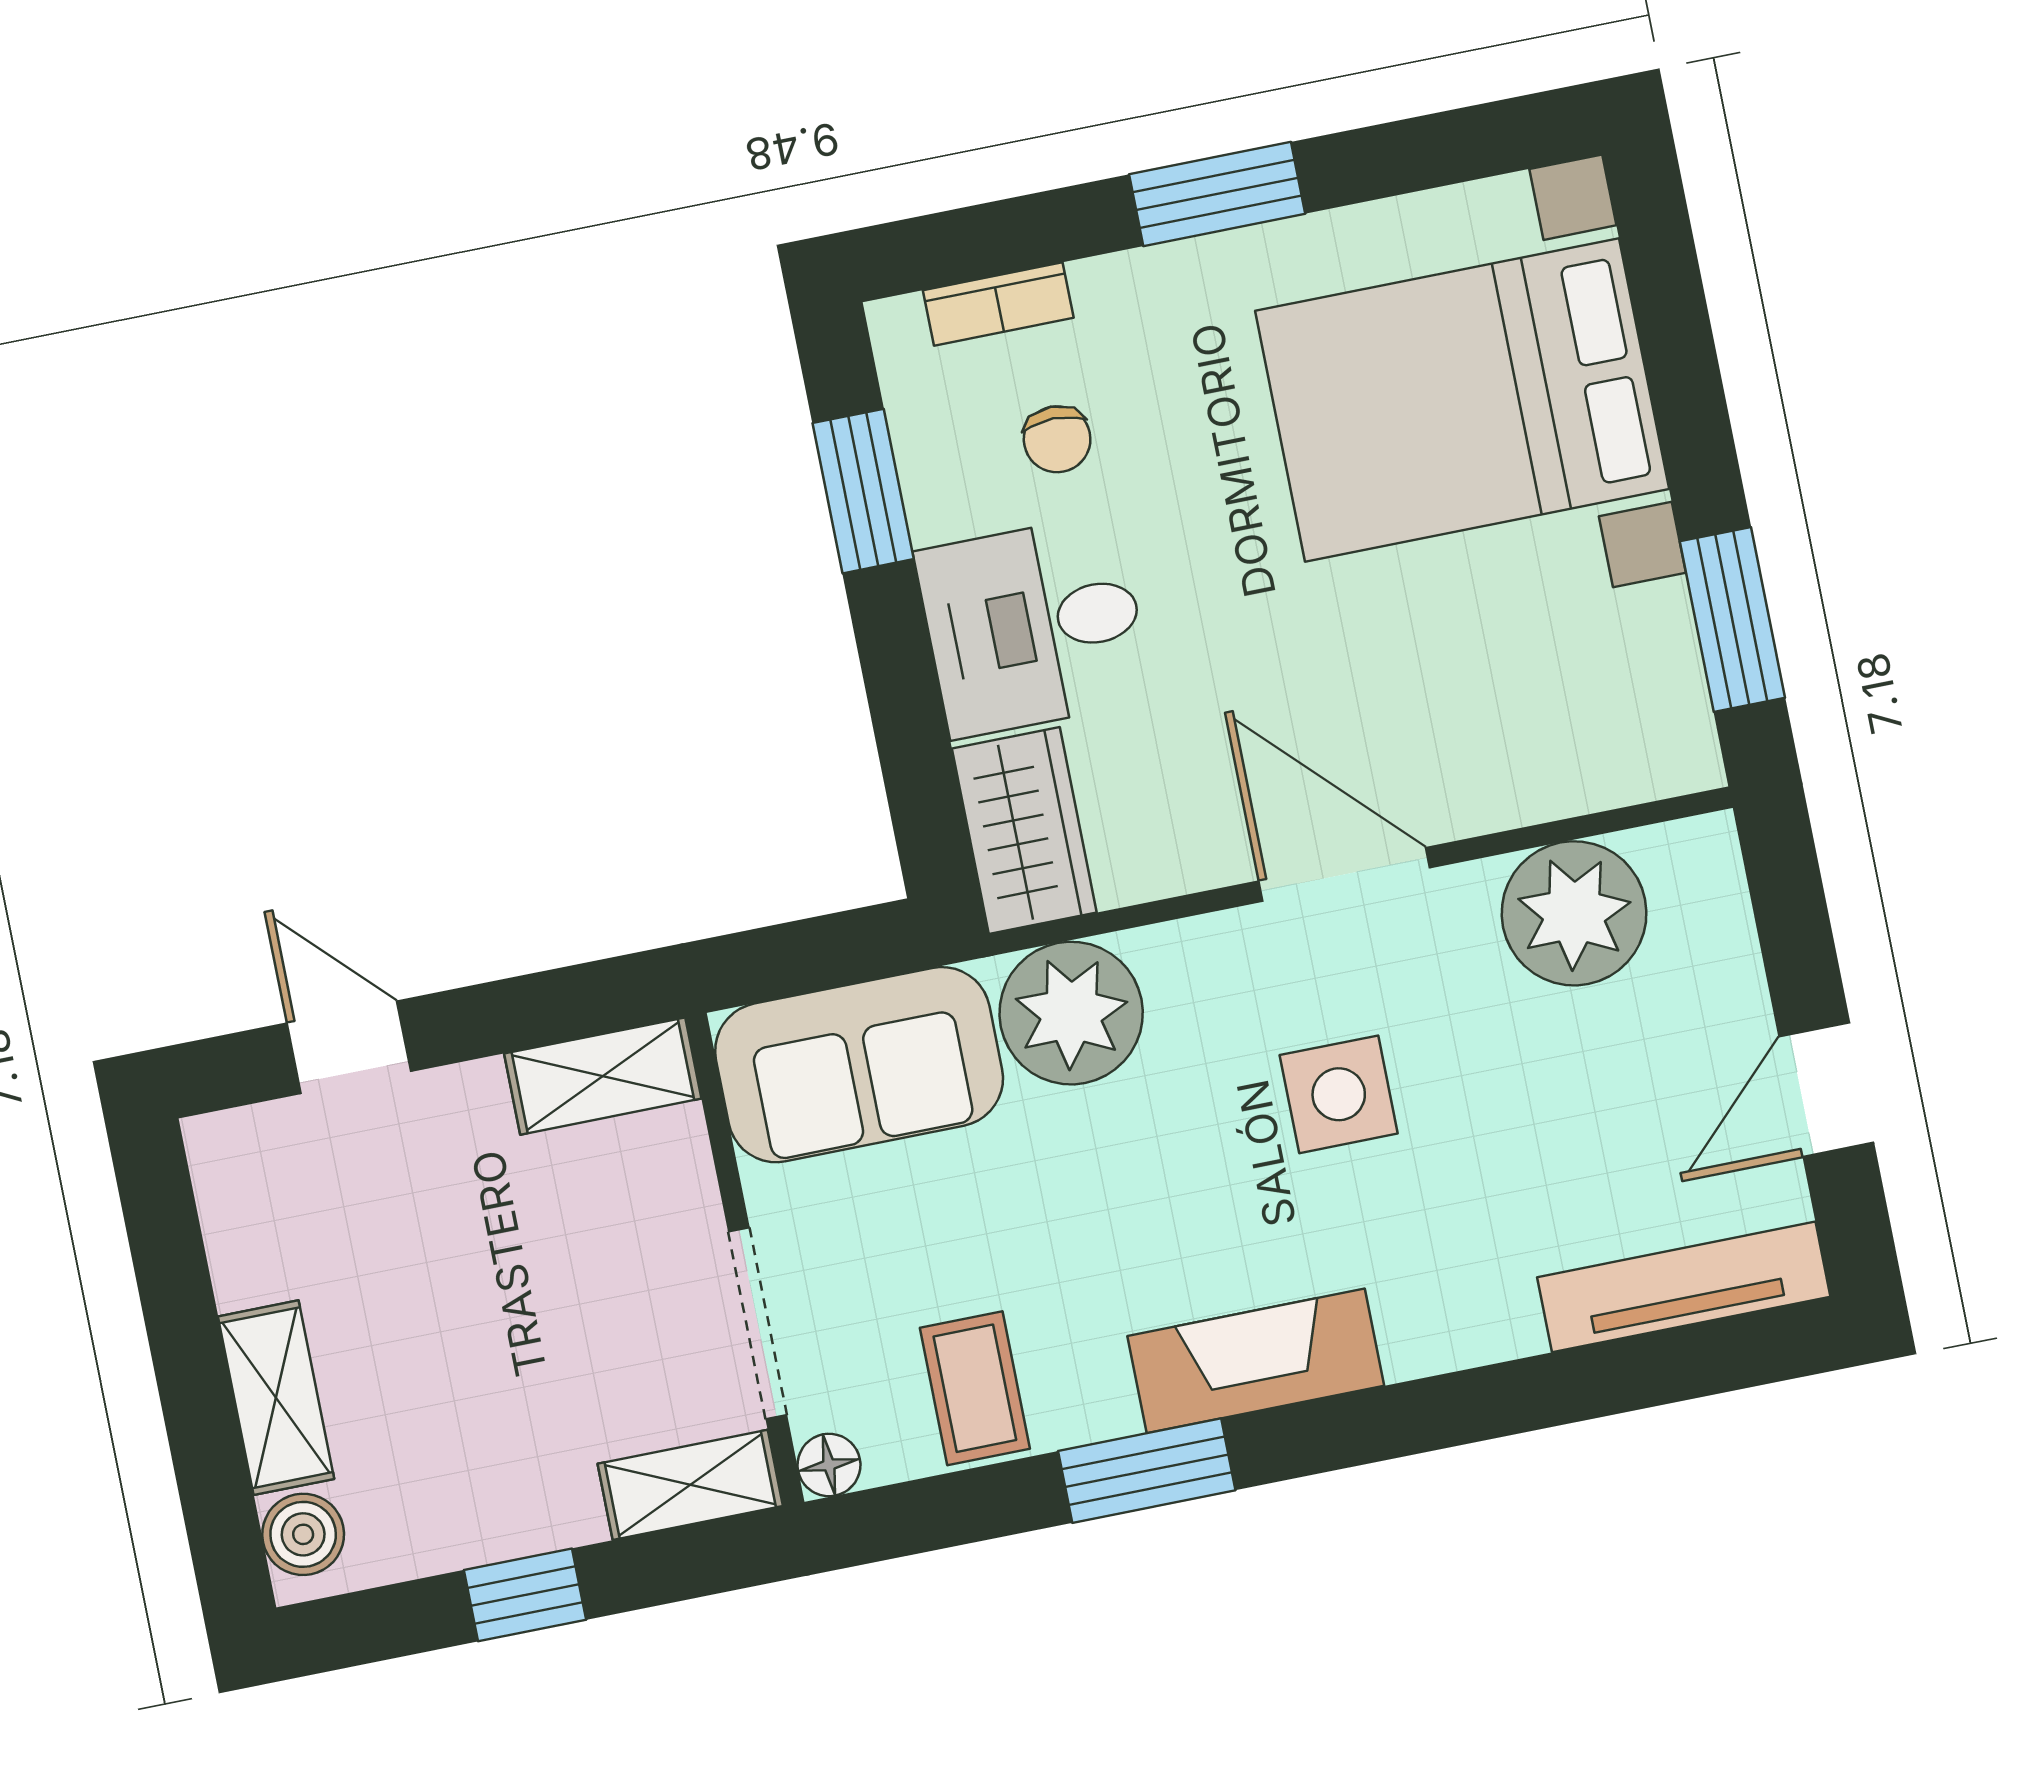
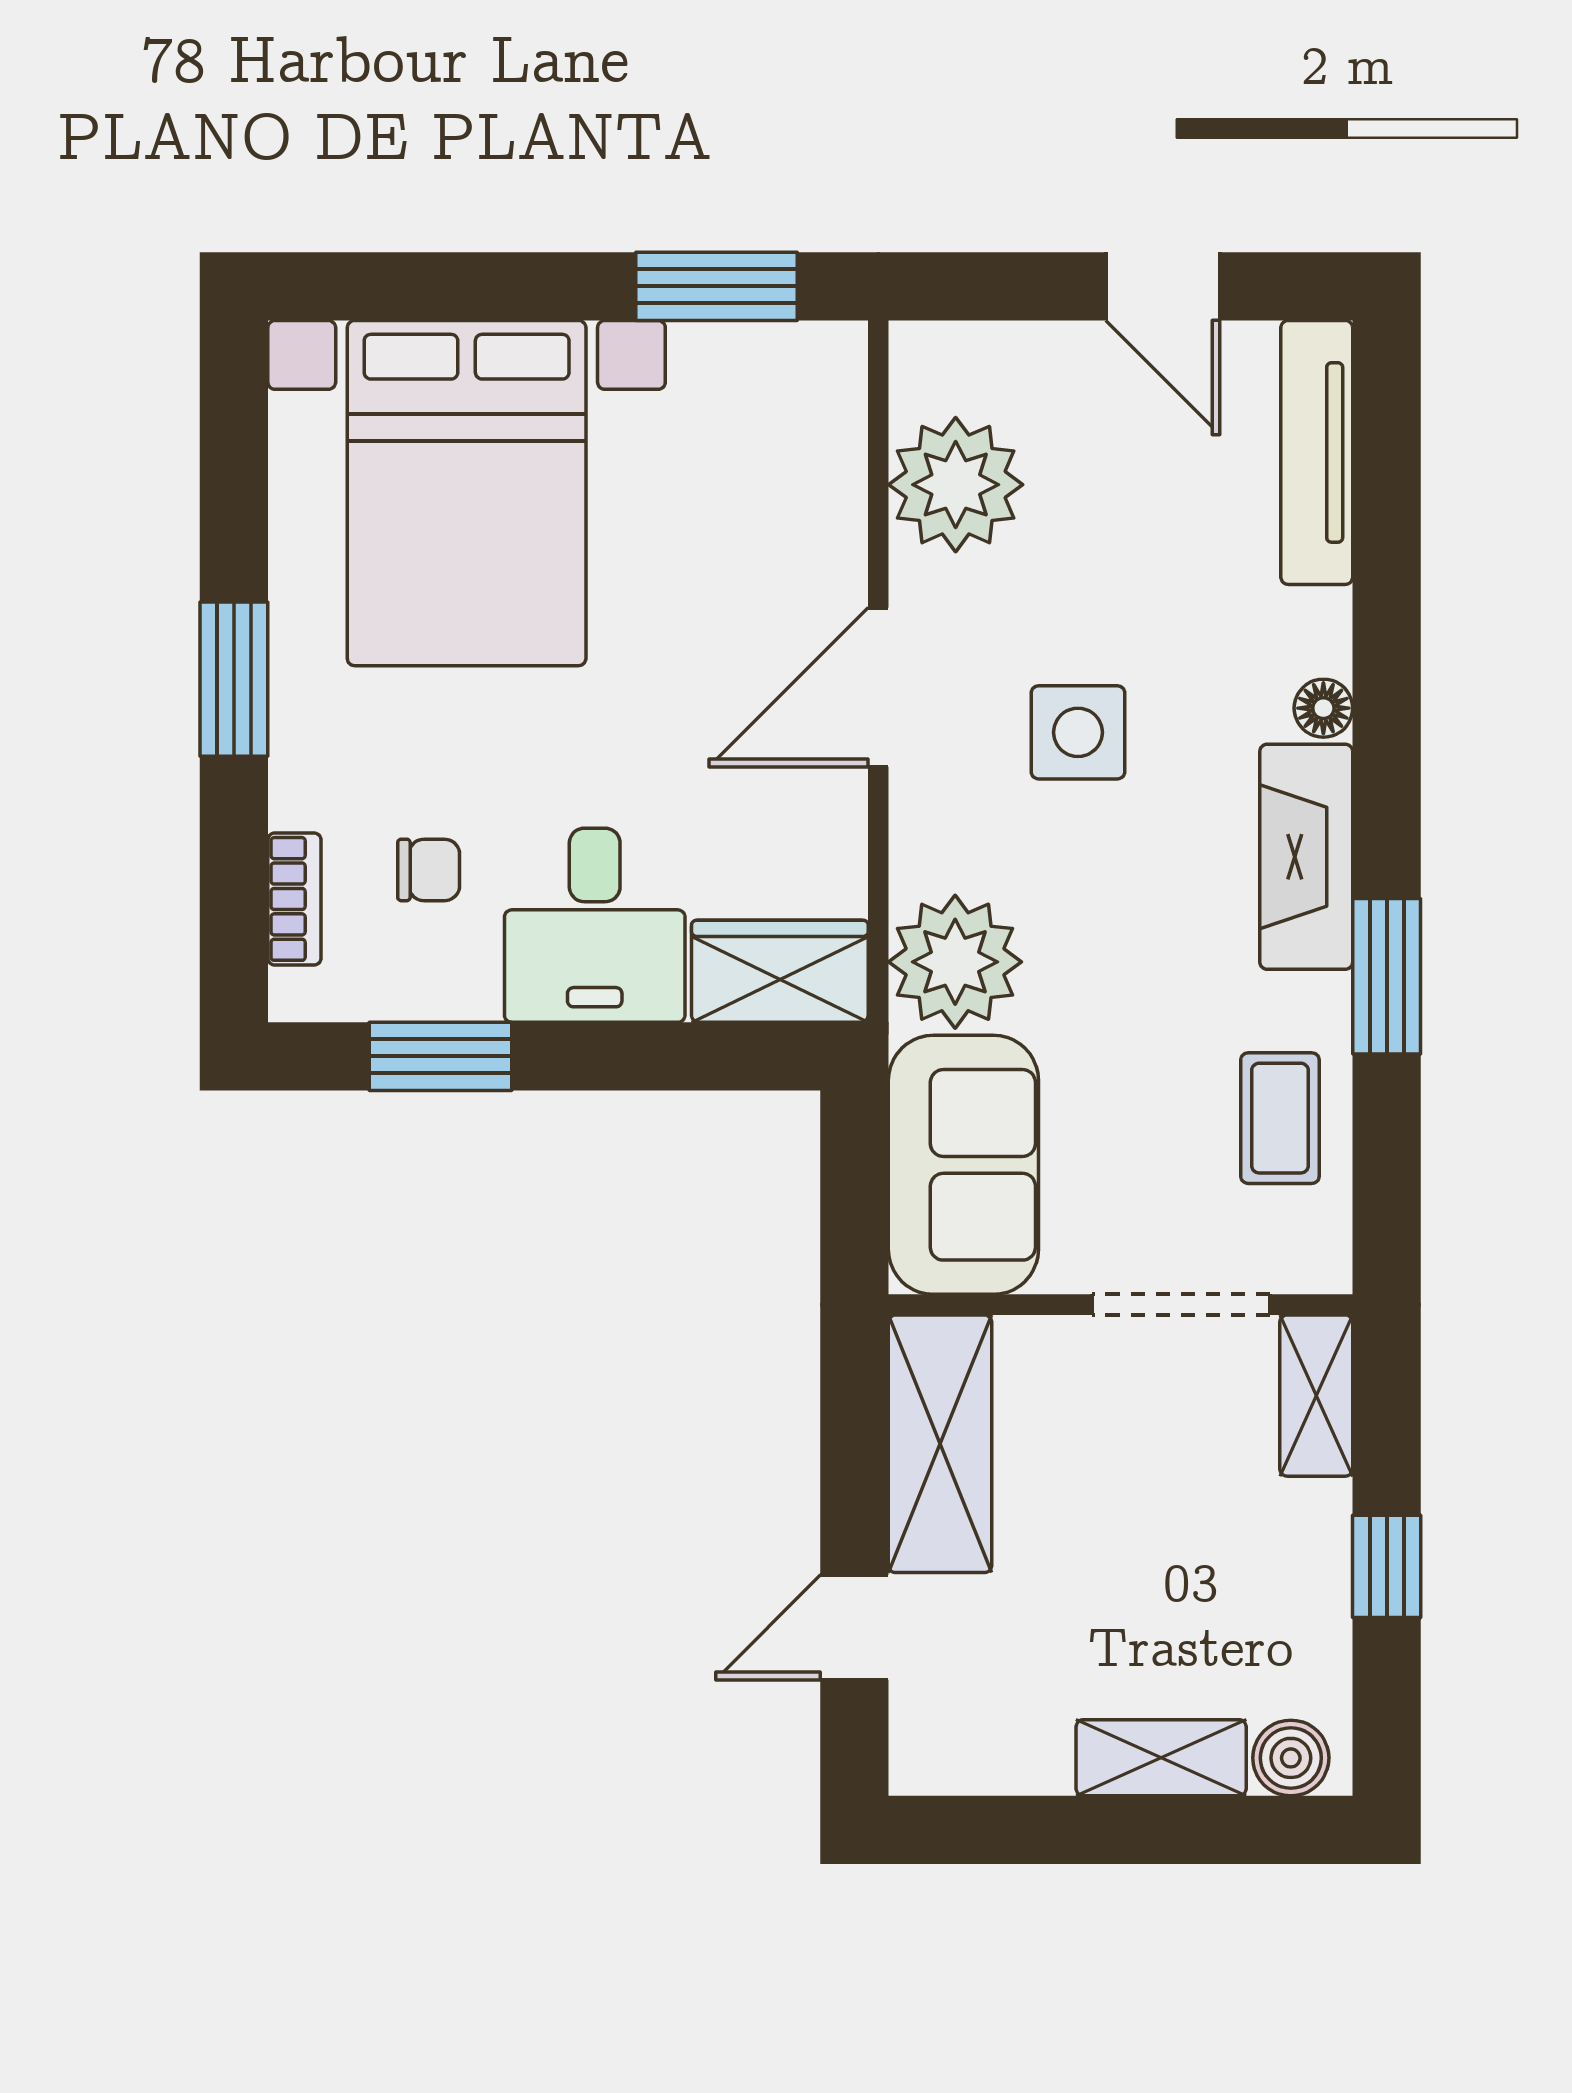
shelving: (603, 1076) -> (940, 1444), width x1.50, depth x1.33
coffee table: (975, 1388) -> (1280, 1118), turned 90
floor lamp: (829, 1465) -> (1323, 708), moved

